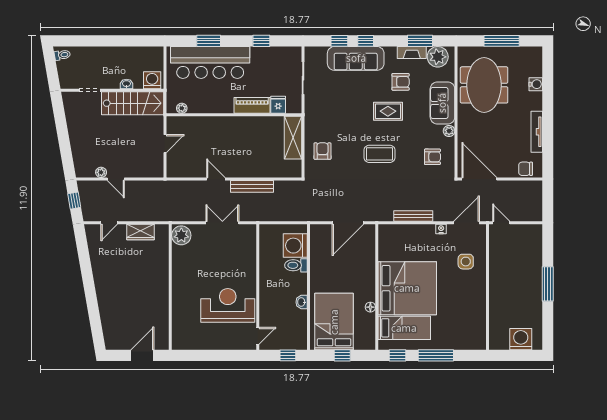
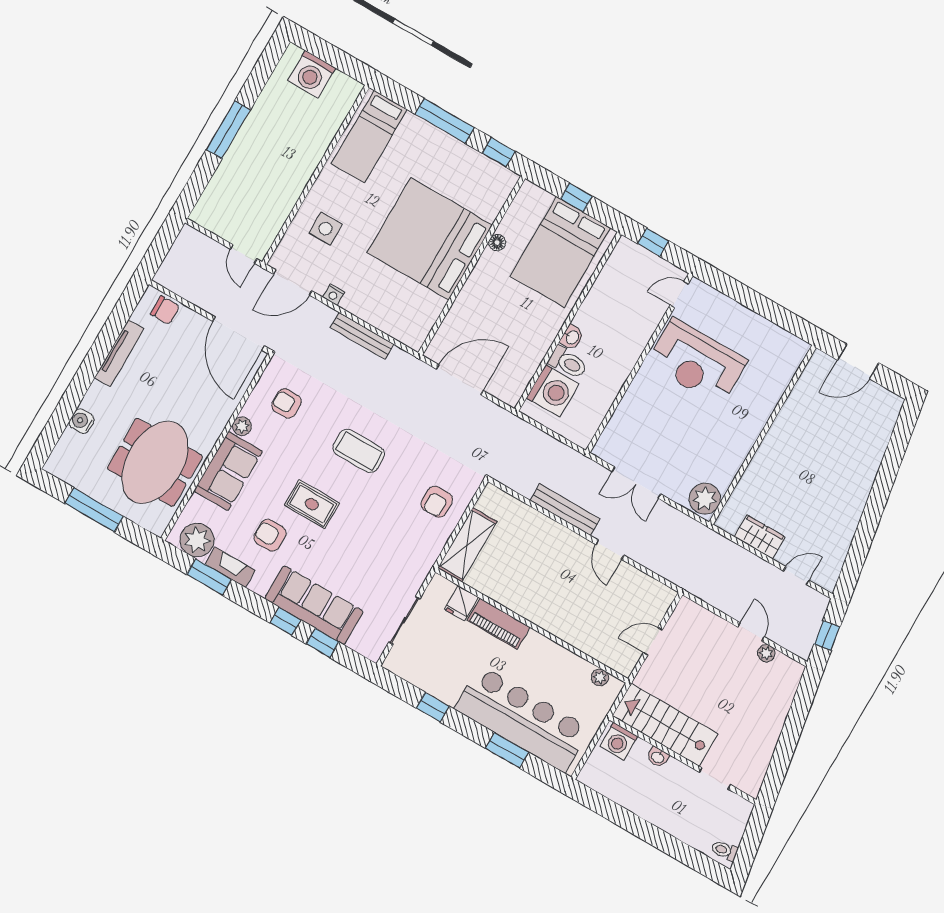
washbasin: (302, 302) -> (572, 337), moved
bed: (404, 328) -> (369, 137), moved, turned -90

